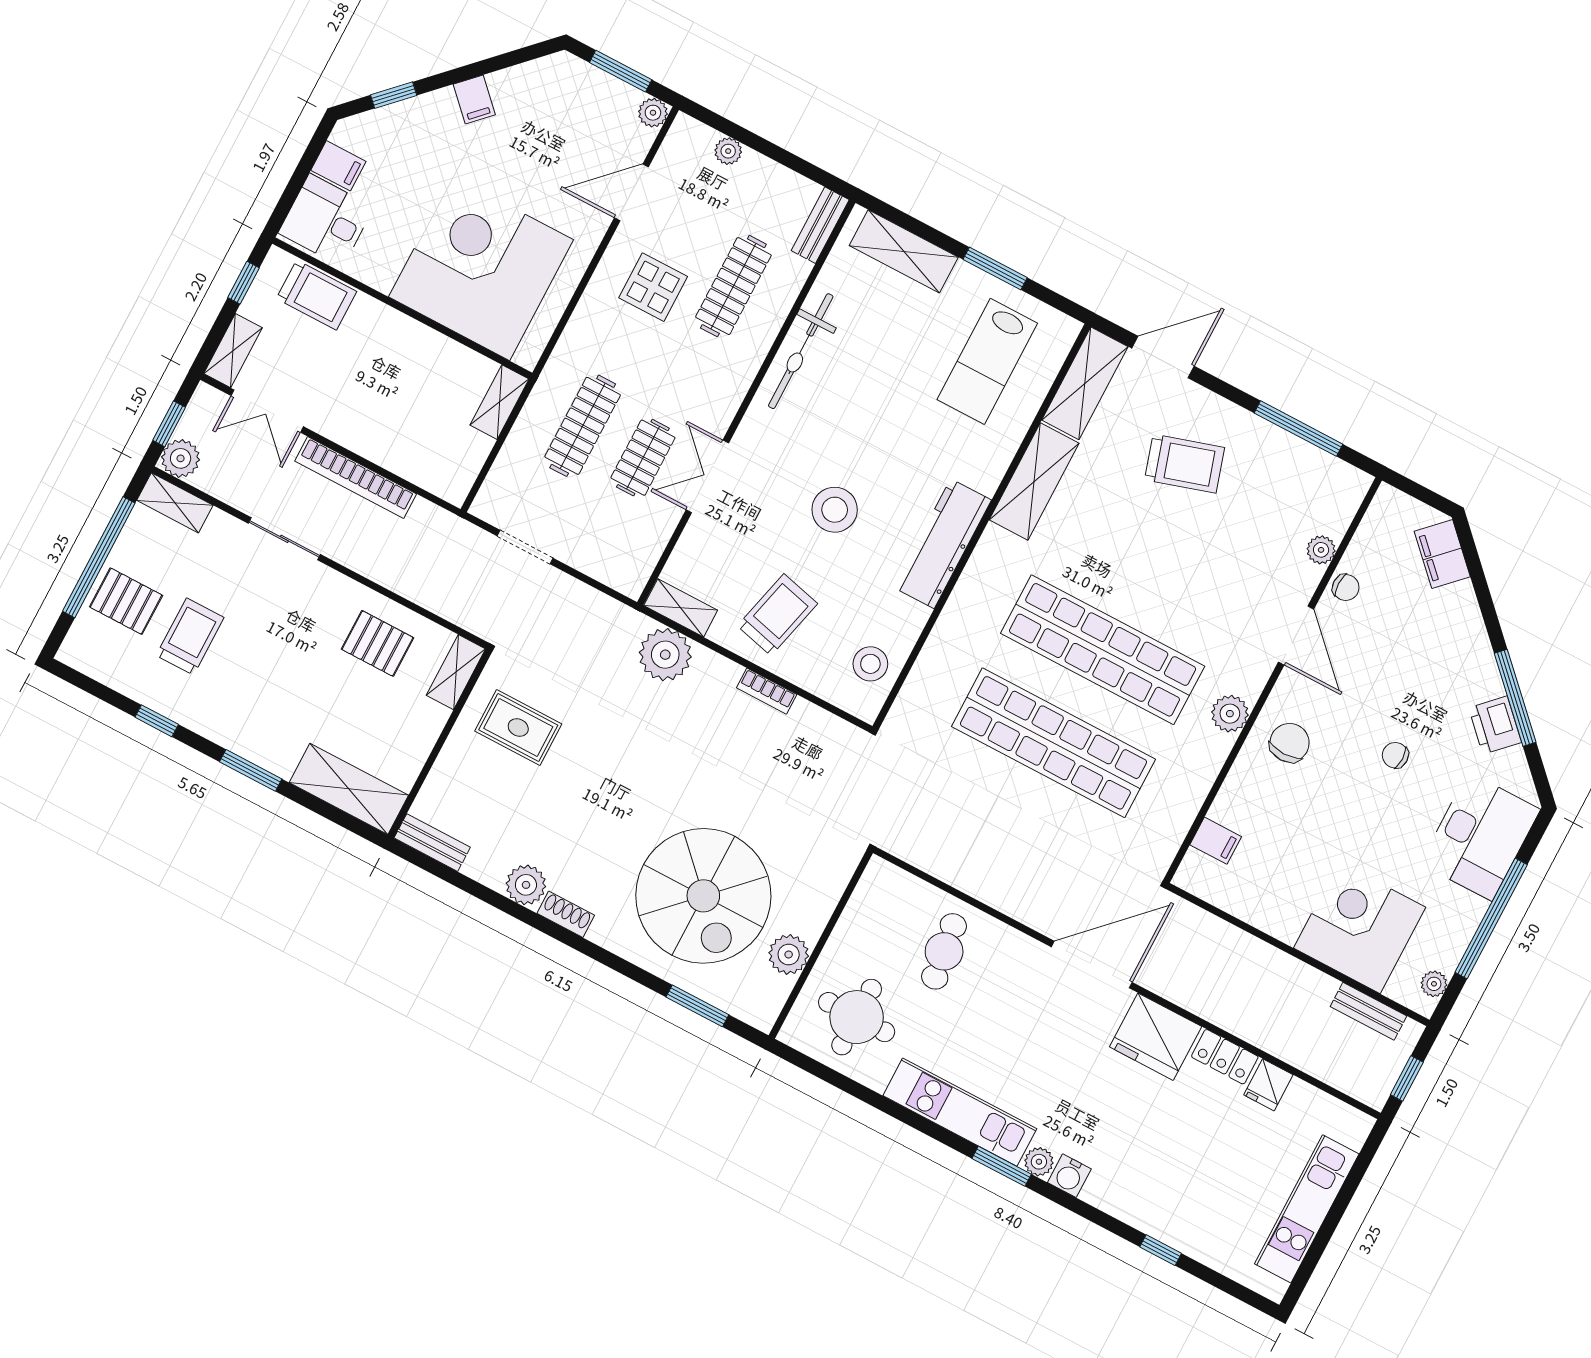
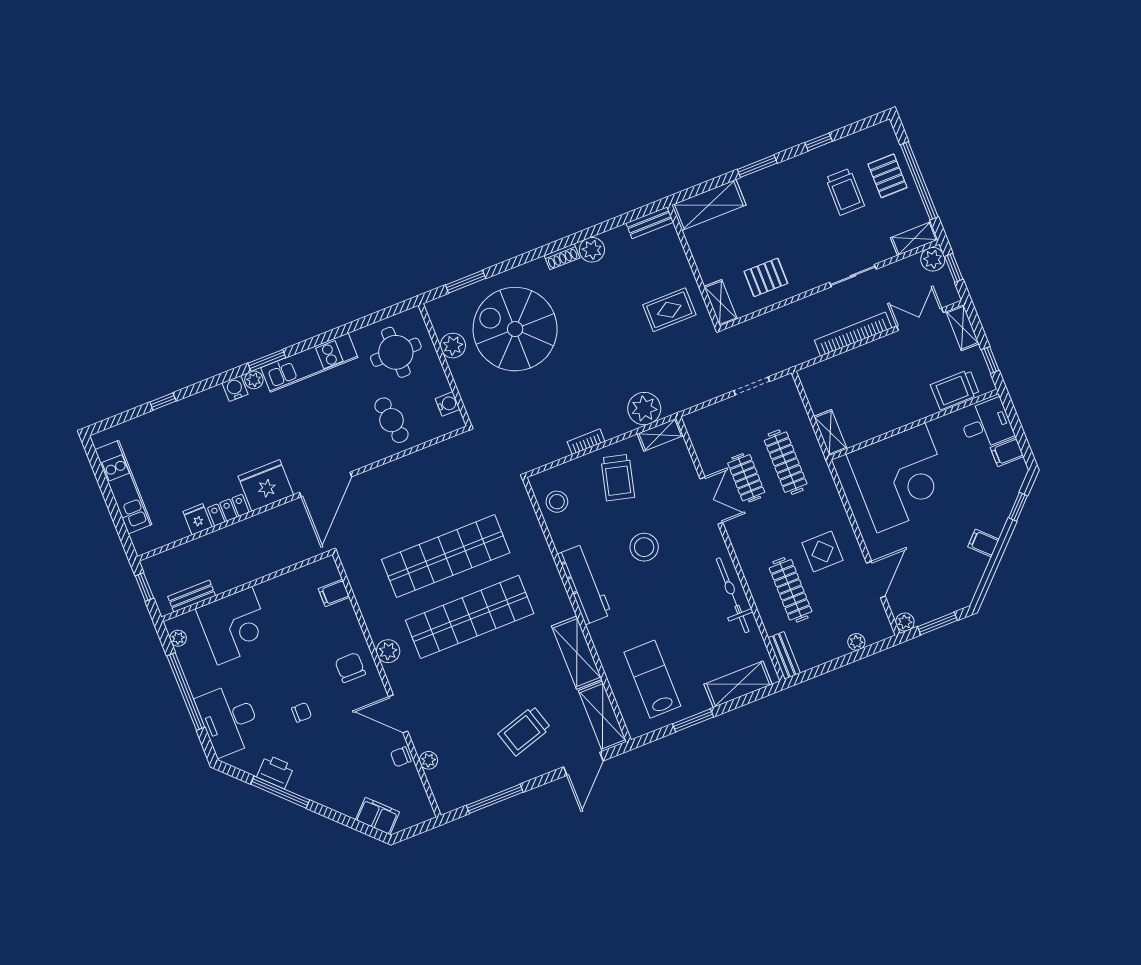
pallet: (126, 601) -> (888, 176), turned 90
chair: (1290, 743) -> (350, 667), turned 180
water cooler: (865, 900) -> (448, 404), added

